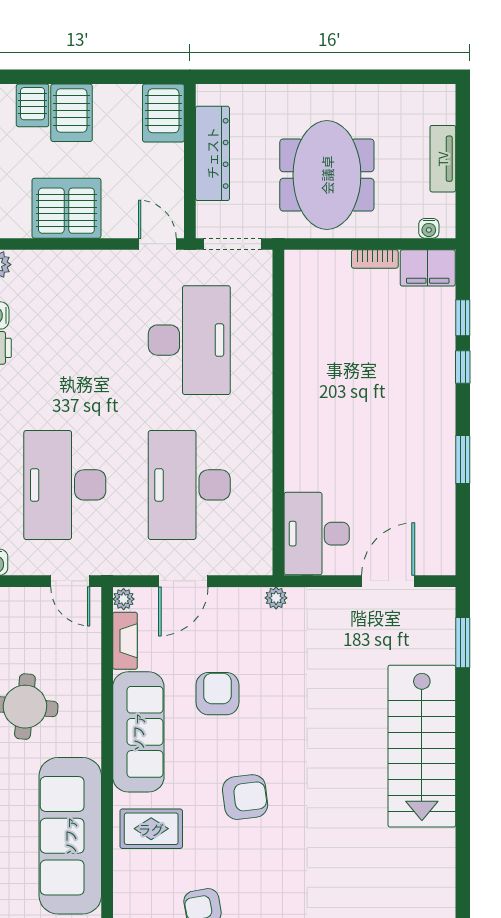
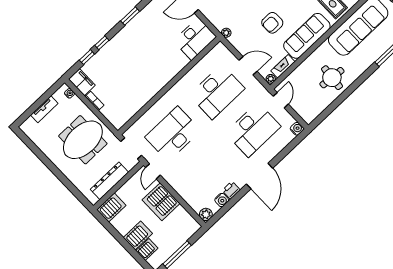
server rack: (66, 208) -> (161, 202), moved

